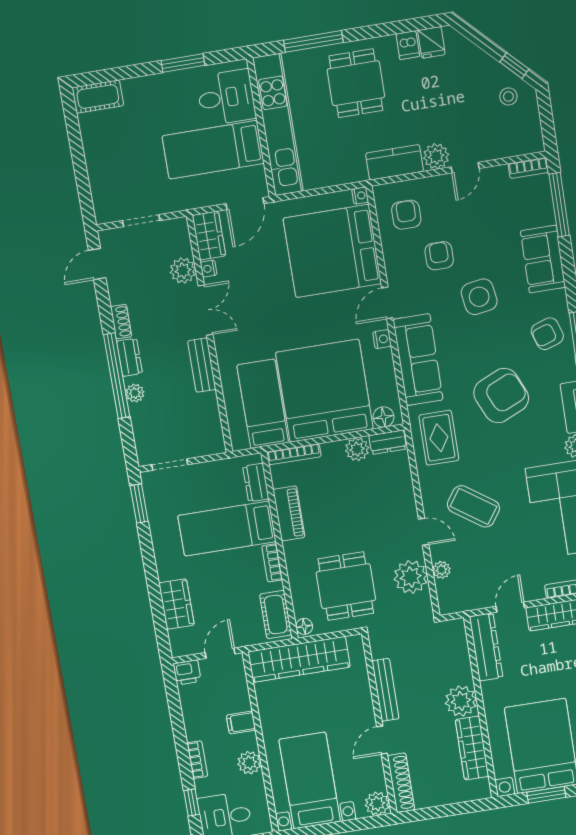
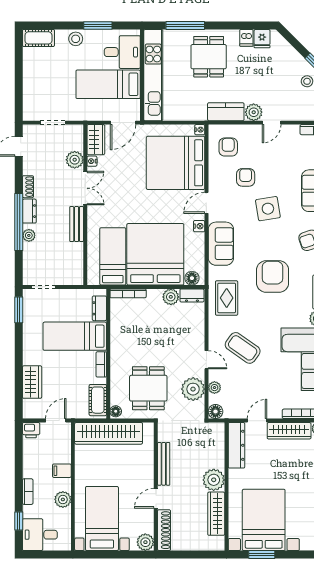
stool: (153, 89) -> (76, 39), added
sofa: (418, 360) -> (221, 244), width x0.73
armchair: (501, 396) -> (273, 276), turned -66
piano: (289, 513) -> (118, 333), removed
floor lamp: (448, 604) -> (215, 412), added

